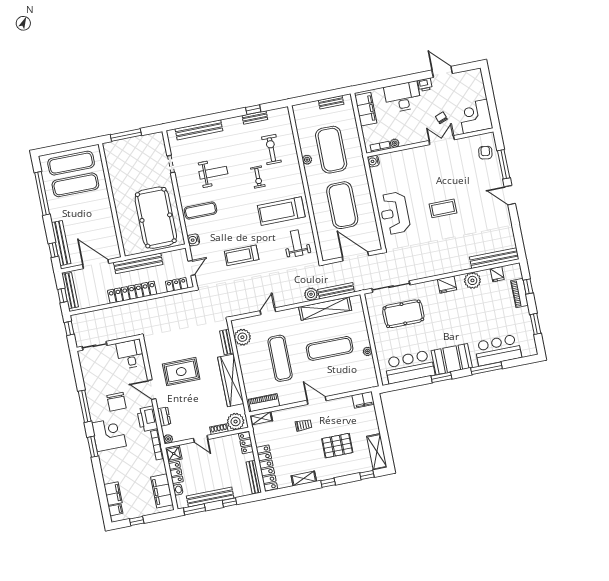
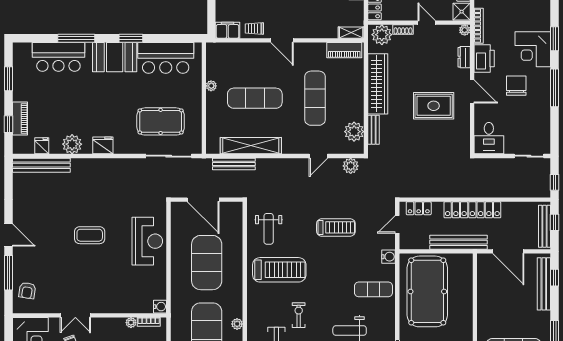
plant: (311, 294) -> (351, 166), moved
trolley: (303, 425) -> (254, 28), moved

